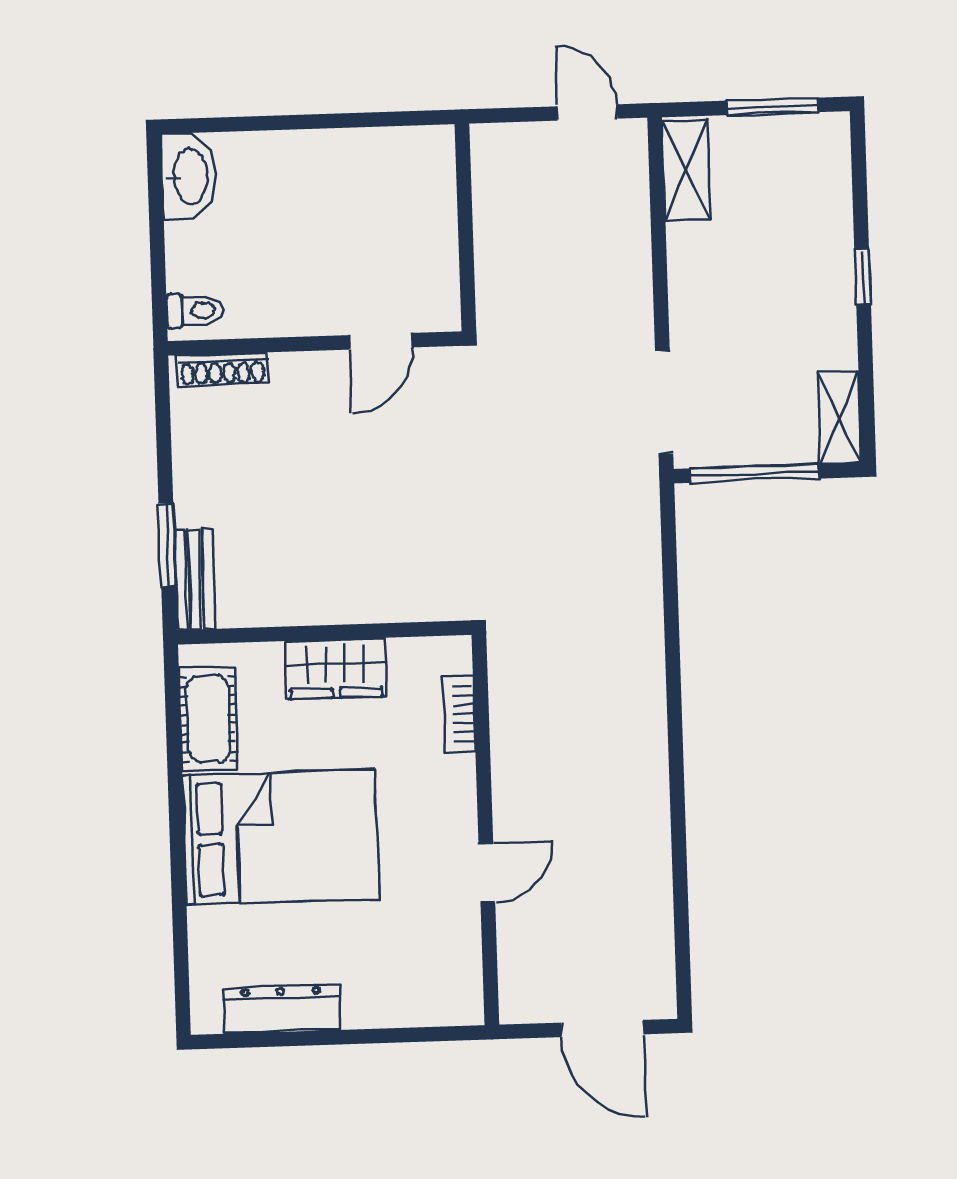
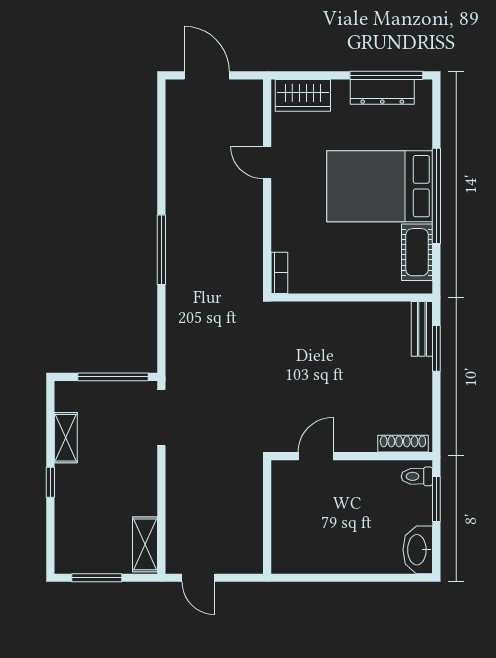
window: (158, 270) -> (436, 499), added
shelving: (839, 418) -> (66, 438), moved
wardrobe: (336, 669) -> (303, 95), moved, turned 180
window: (674, 708) -> (161, 250), added
bookcase: (459, 714) -> (279, 273), moved
window: (176, 823) -> (436, 196), added
door: (487, 873) -> (267, 163), hinge flipped
window: (275, 1039) -> (386, 75), added

